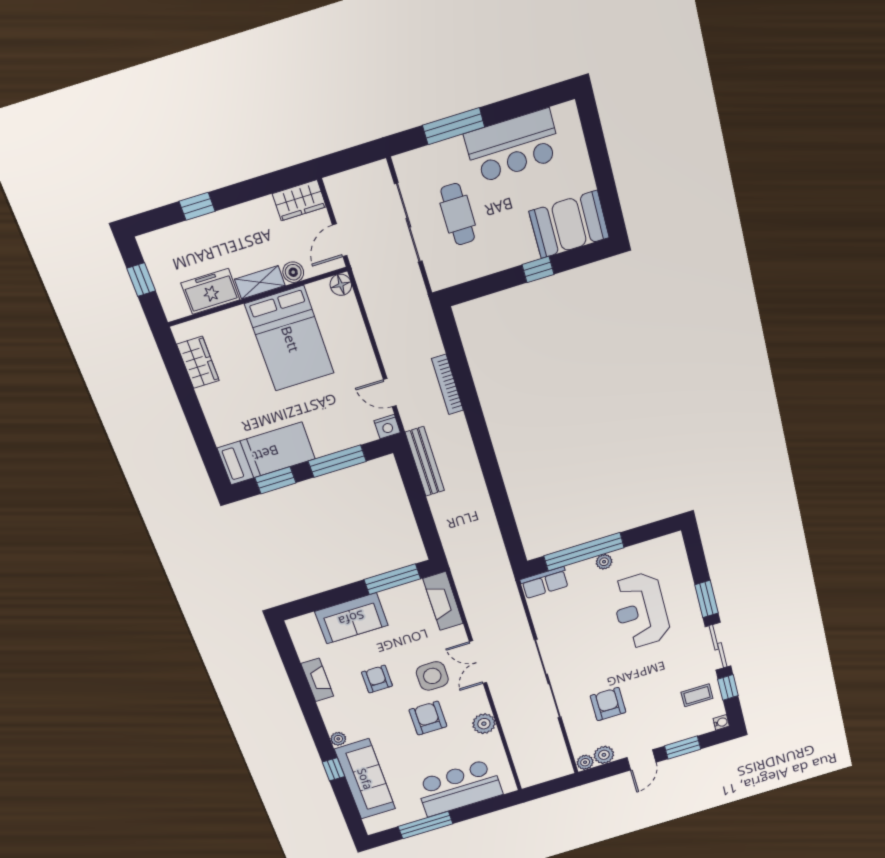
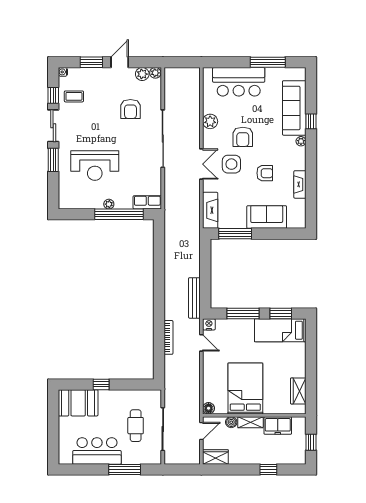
reception desk: (641, 610) -> (95, 166), turned 90
armchair: (377, 679) -> (265, 173), turned -90

